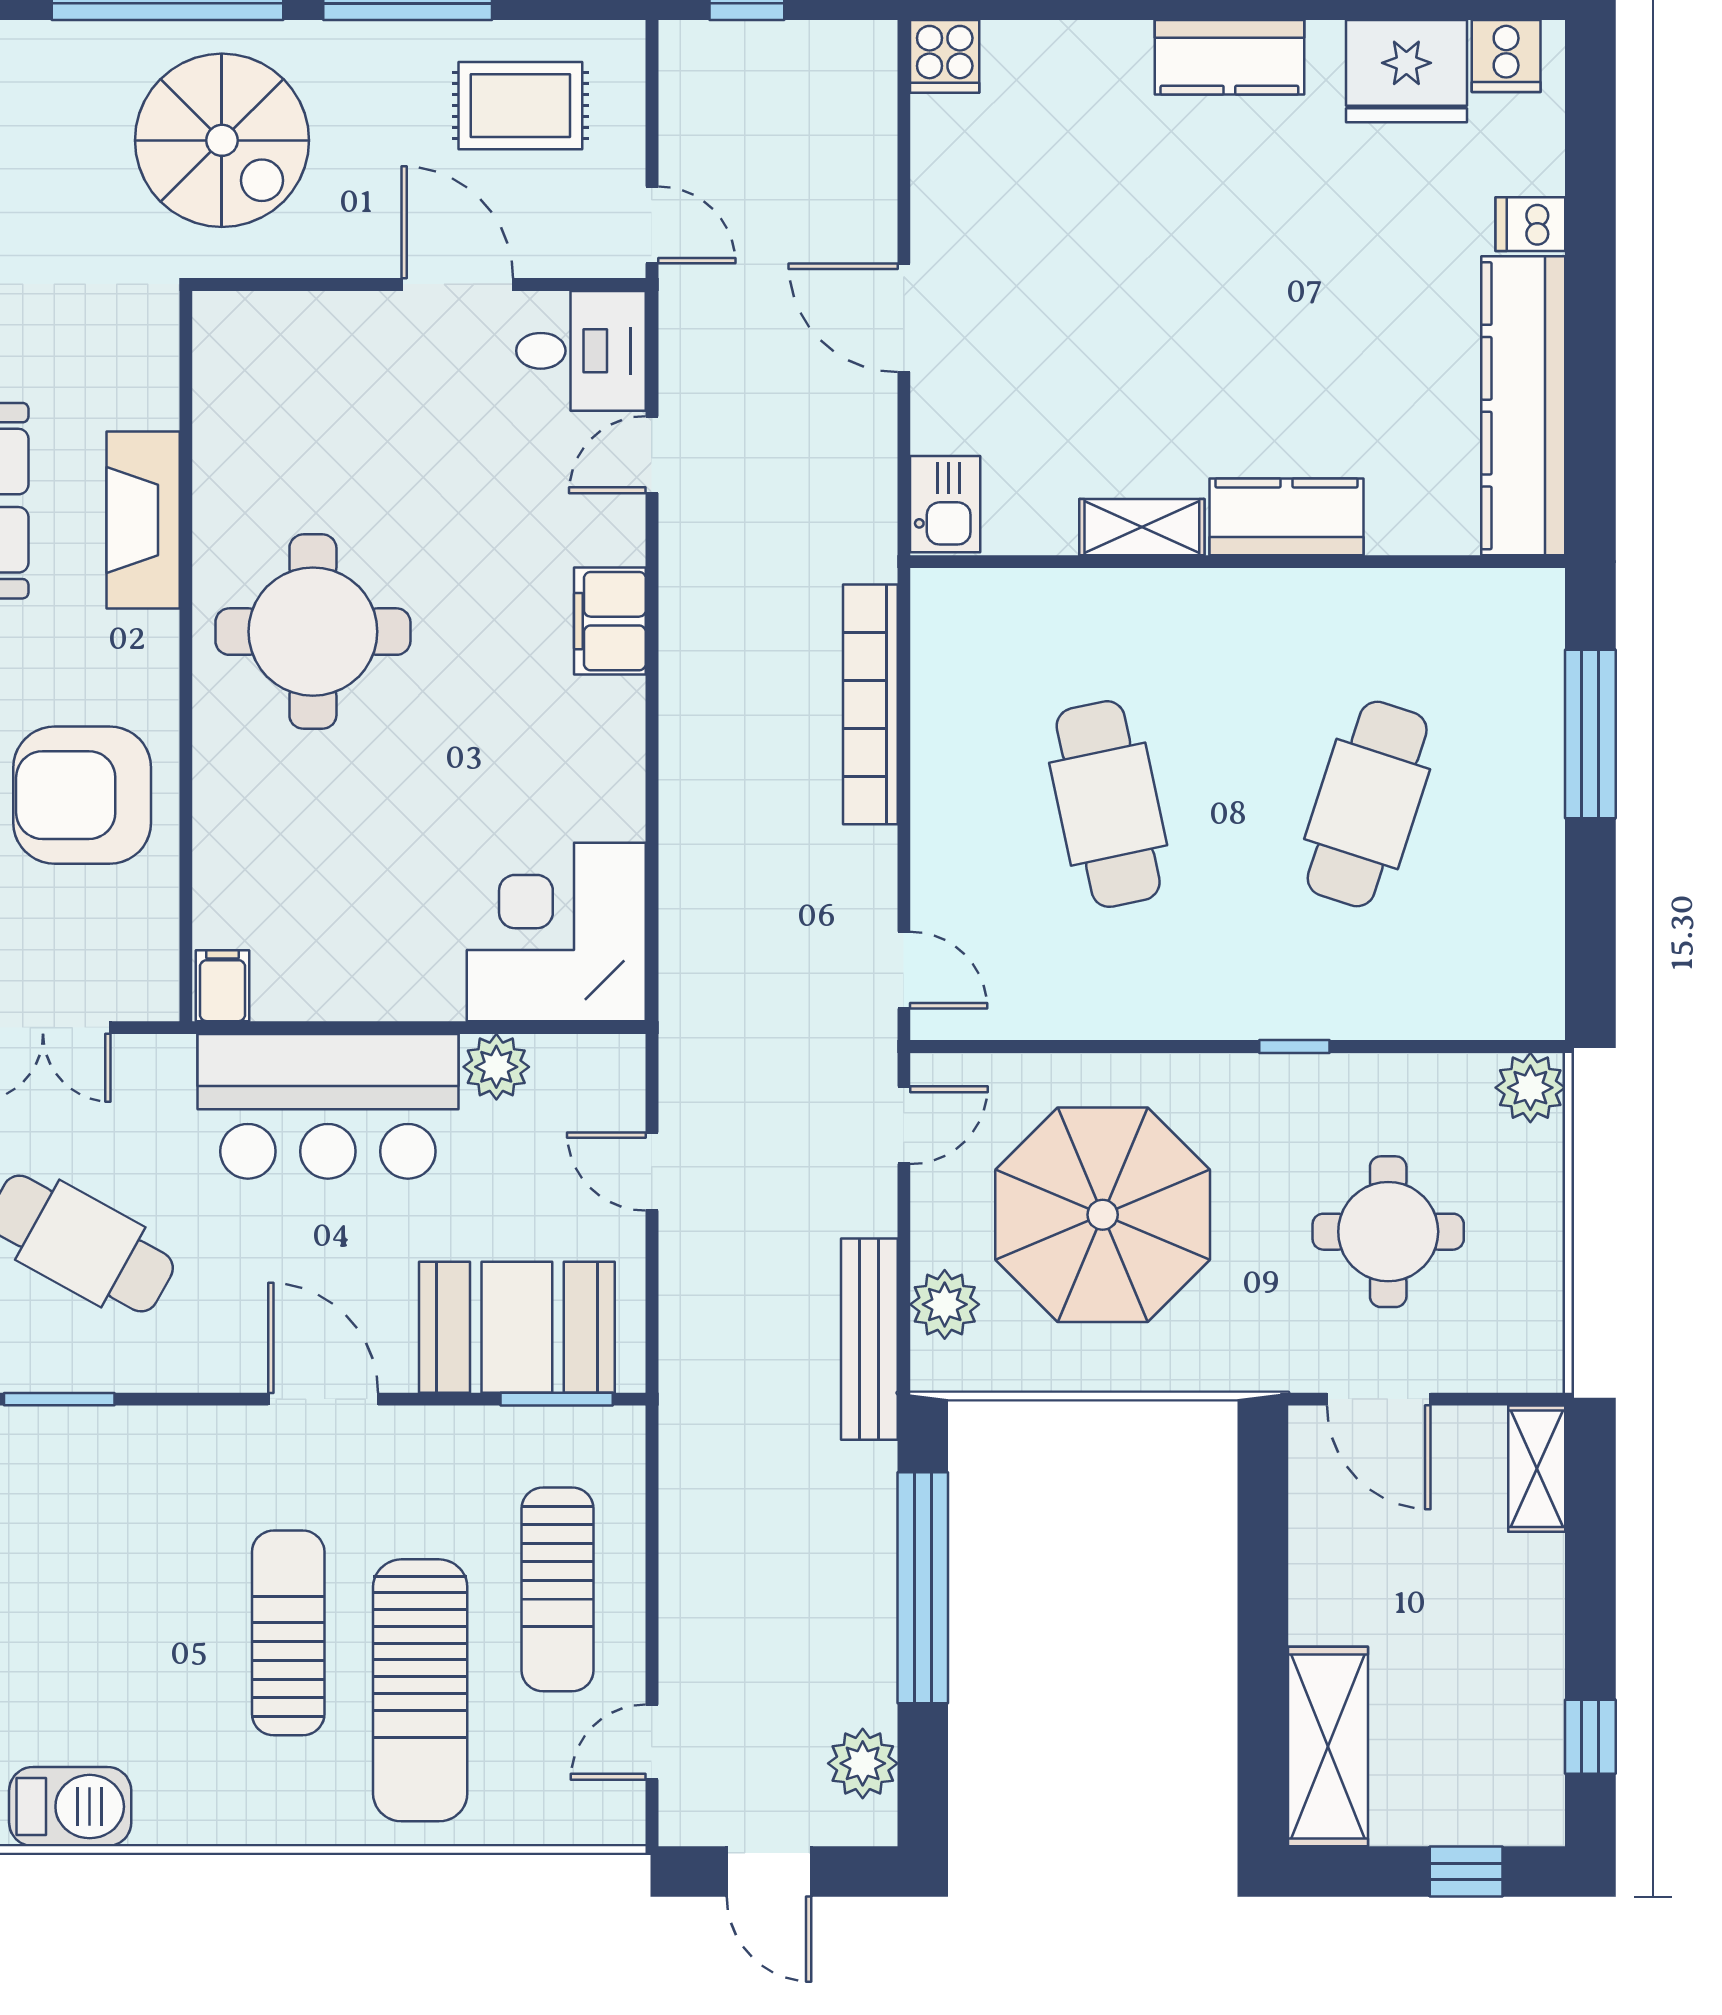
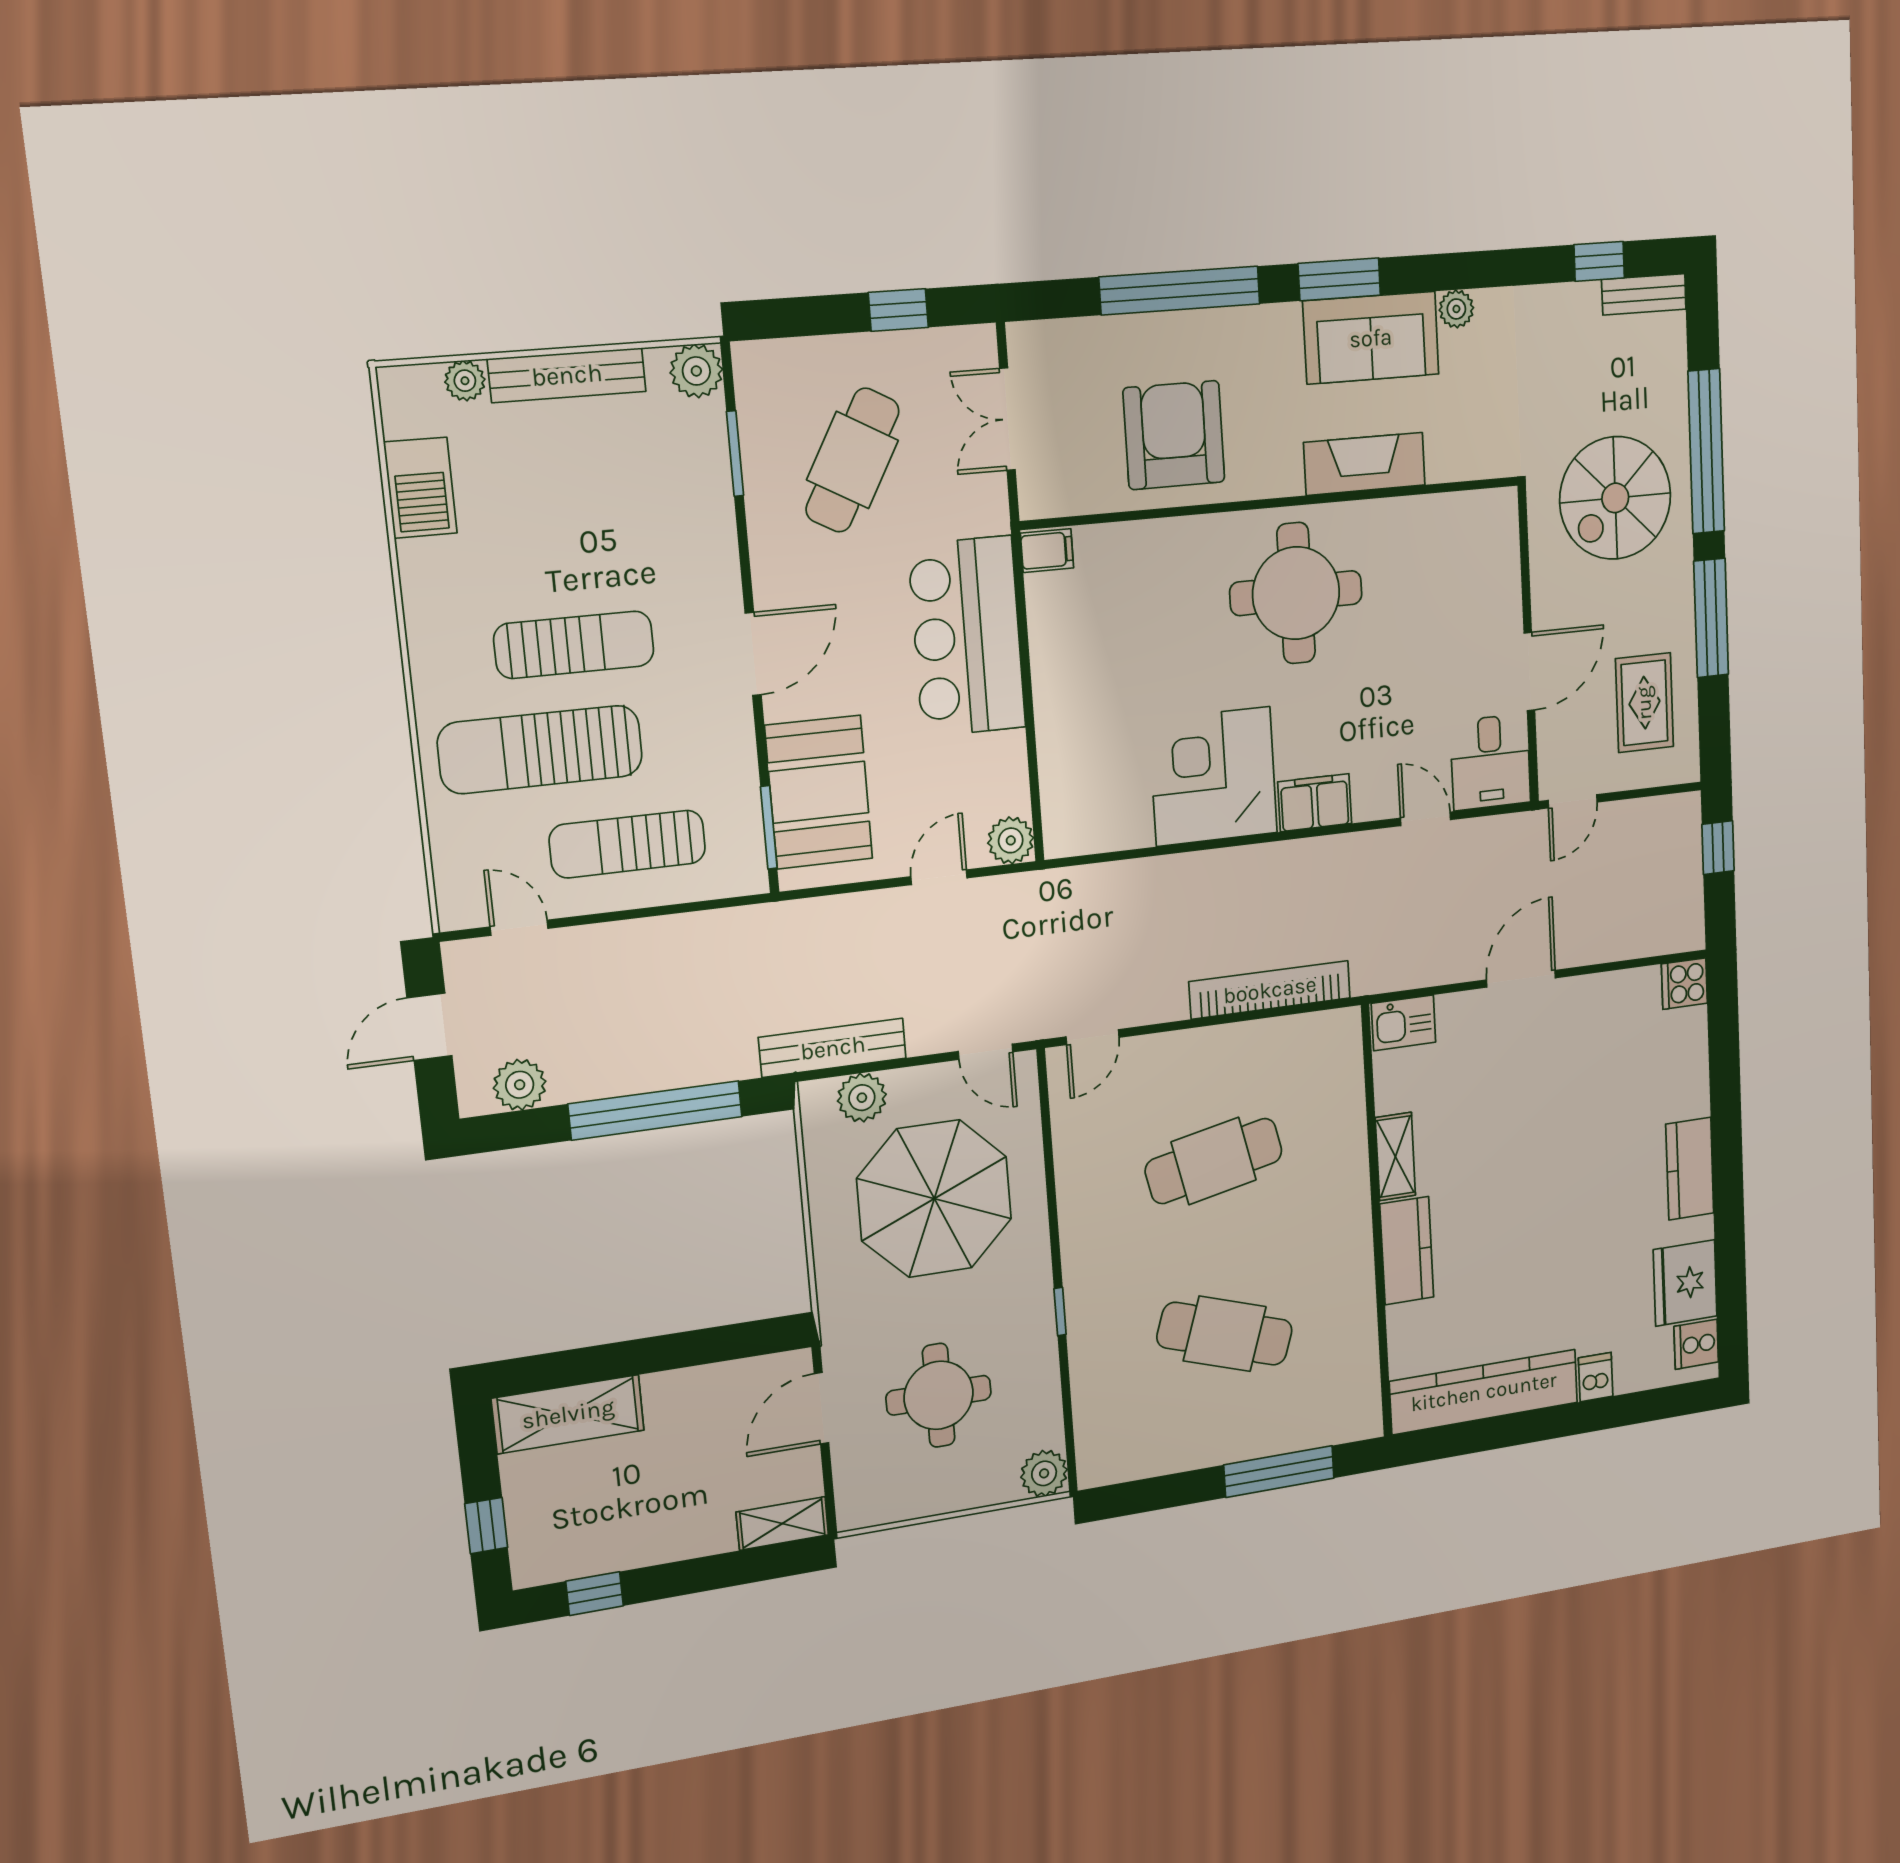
corner desk: (556, 932) -> (1213, 776), moved, turned -90
plant: (496, 1067) -> (1011, 840), moved

